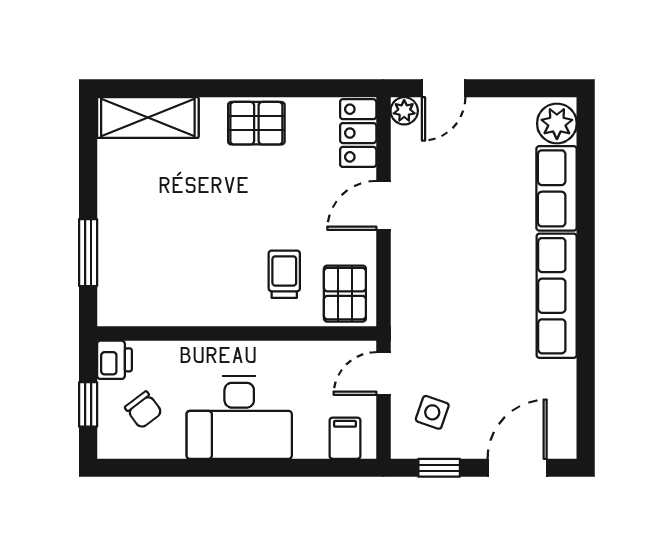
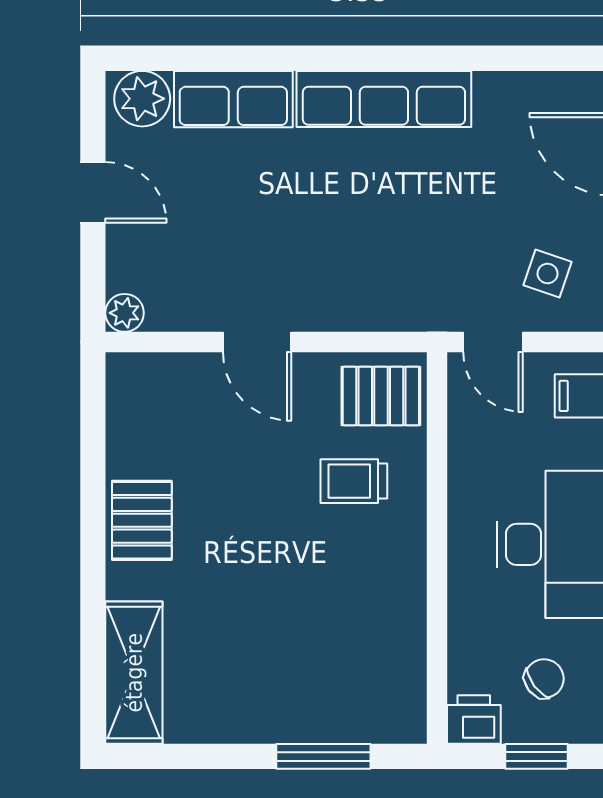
door: (444, 88) -> (93, 192), moved
locker: (358, 133) -> (156, 377), removed

